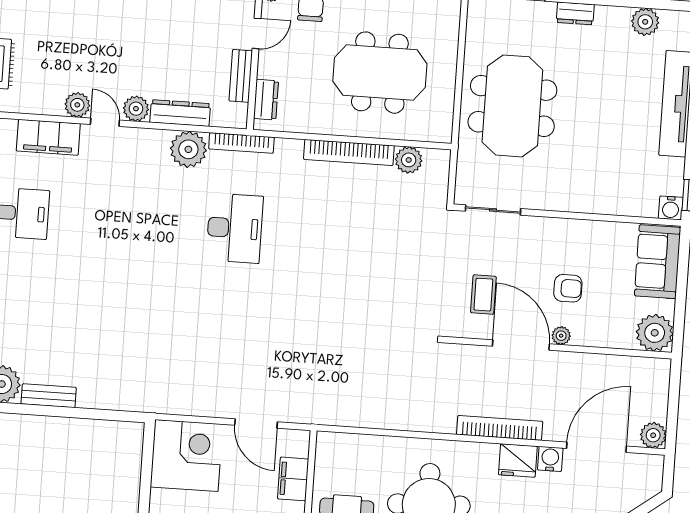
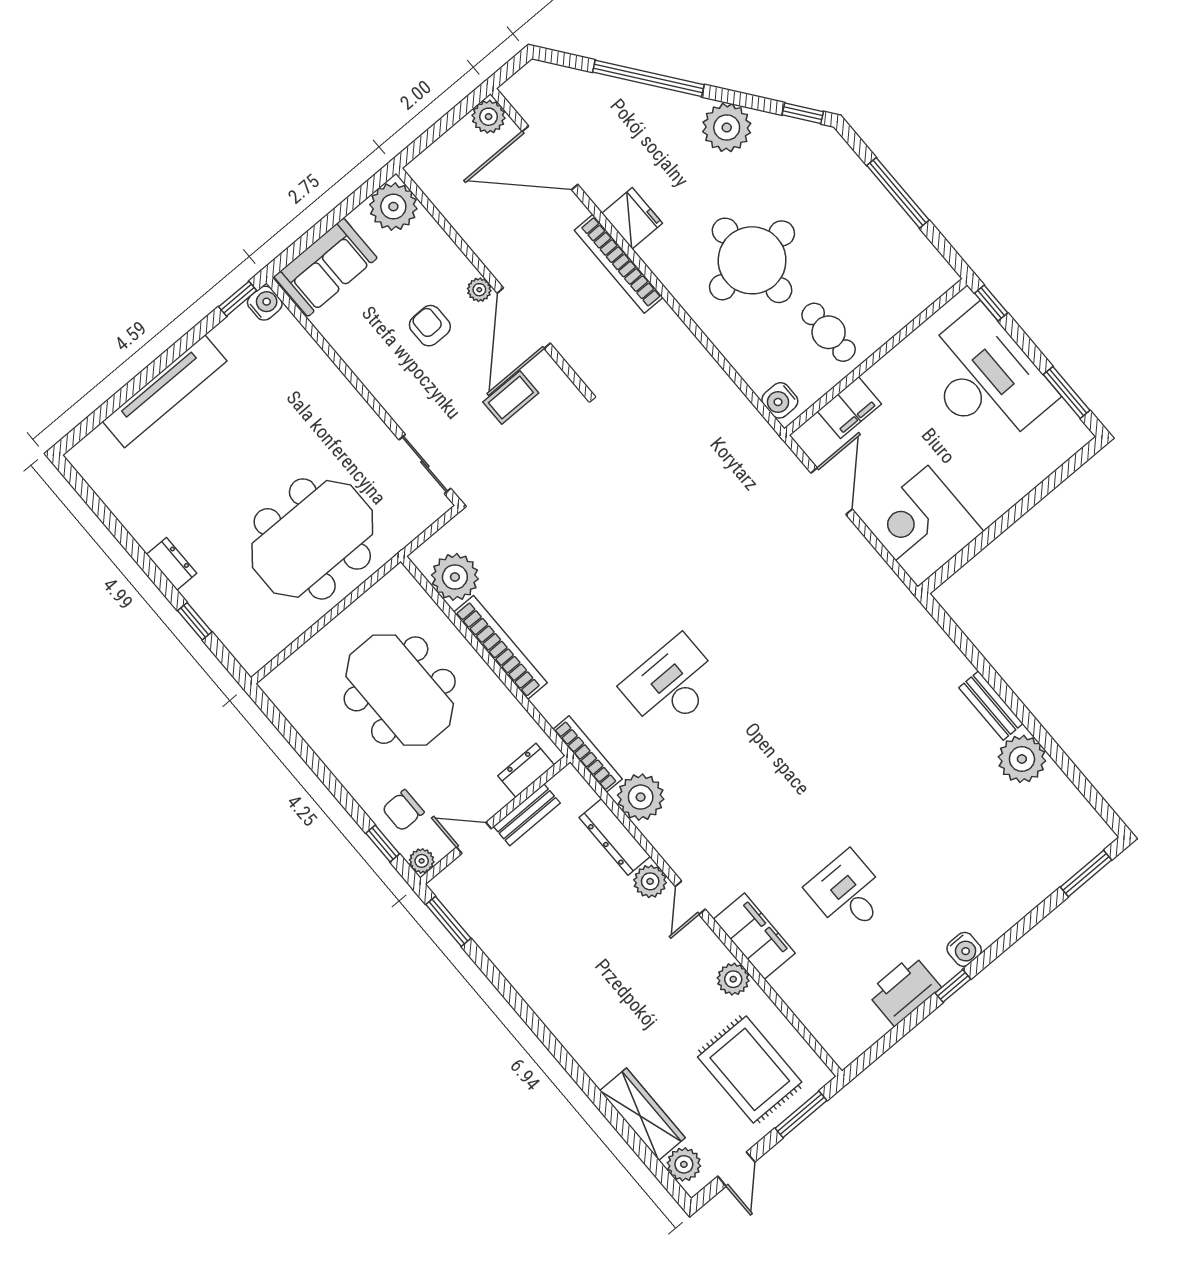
plant: (645, 22) -> (117, 492), removed
plant: (77, 105) -> (733, 979), moved
plant: (409, 160) -> (455, 577), width x1.36, depth x1.36
water cooler: (550, 459) -> (780, 400), moved

